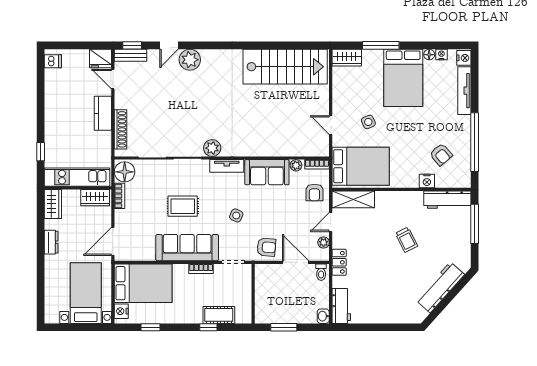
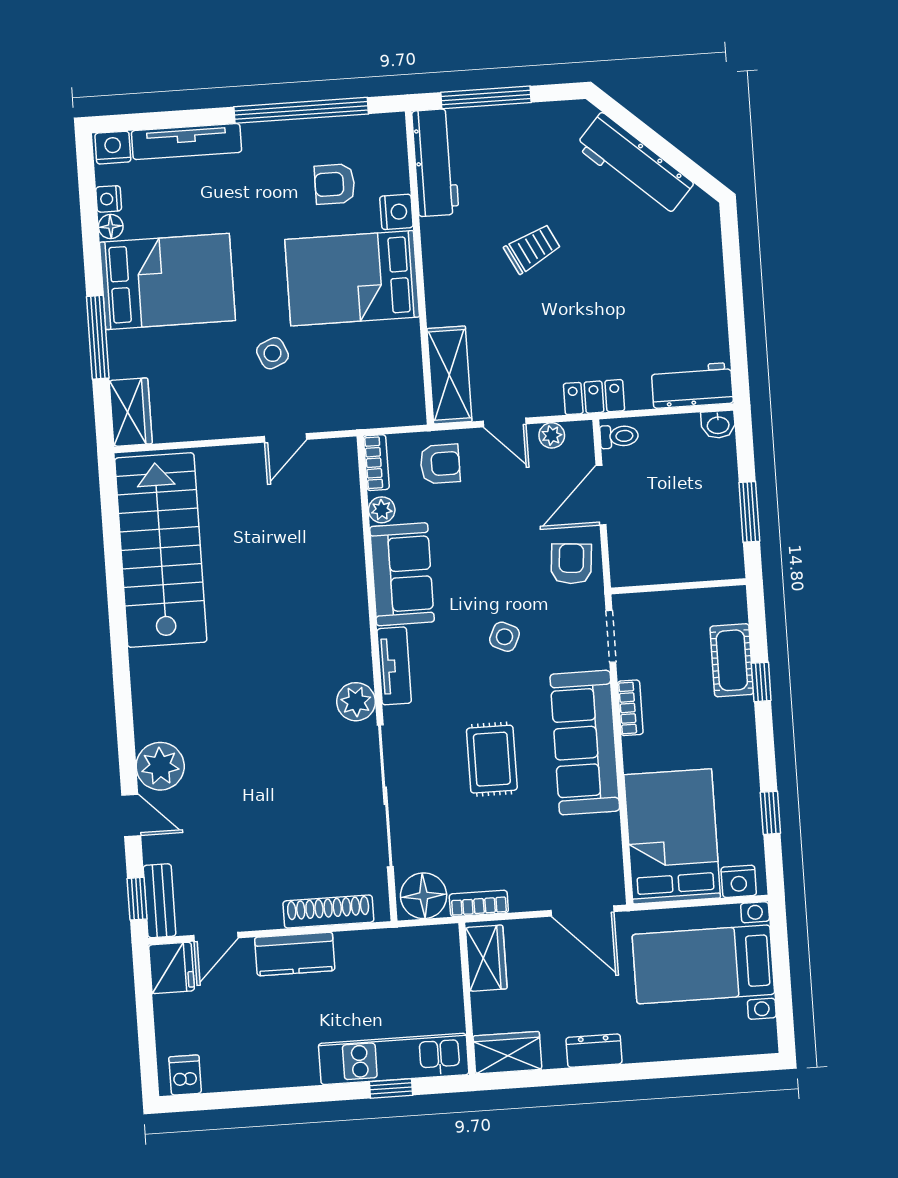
armchair: (441, 155) -> (335, 184), turned -139
bed: (361, 166) -> (352, 278), moved, turned -90
kitchen unit: (77, 177) -> (394, 1059), moved, turned 90

